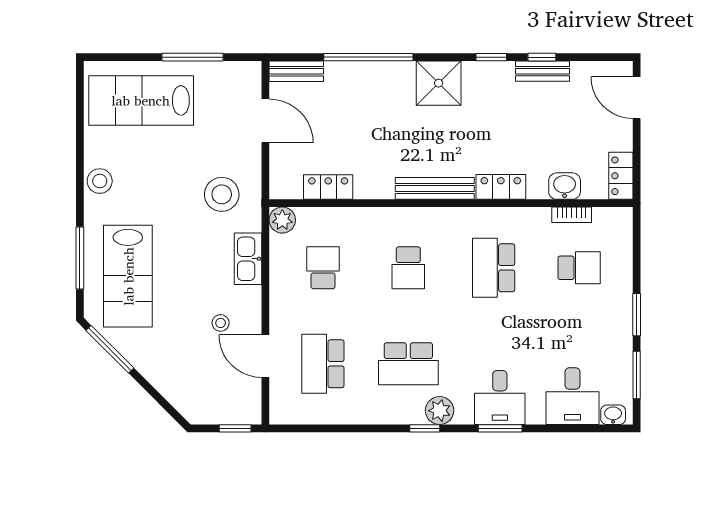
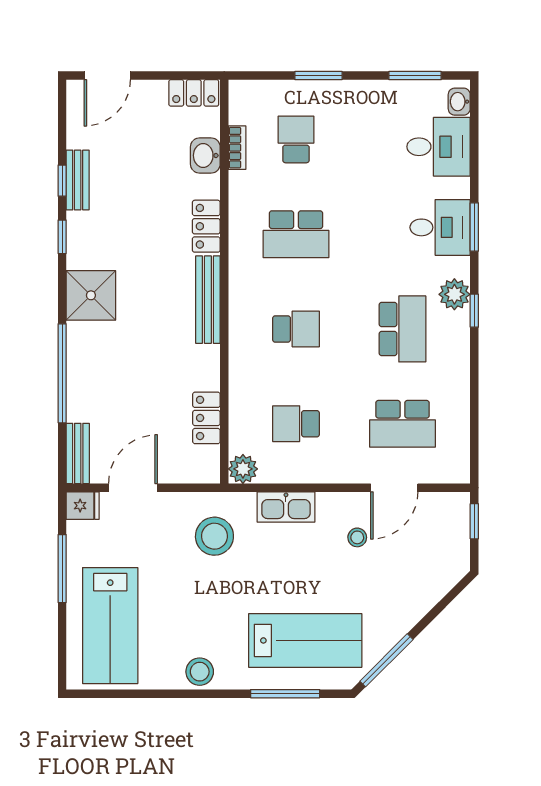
fridge: (249, 76) -> (83, 506), added
window: (637, 315) -> (318, 76), moved

